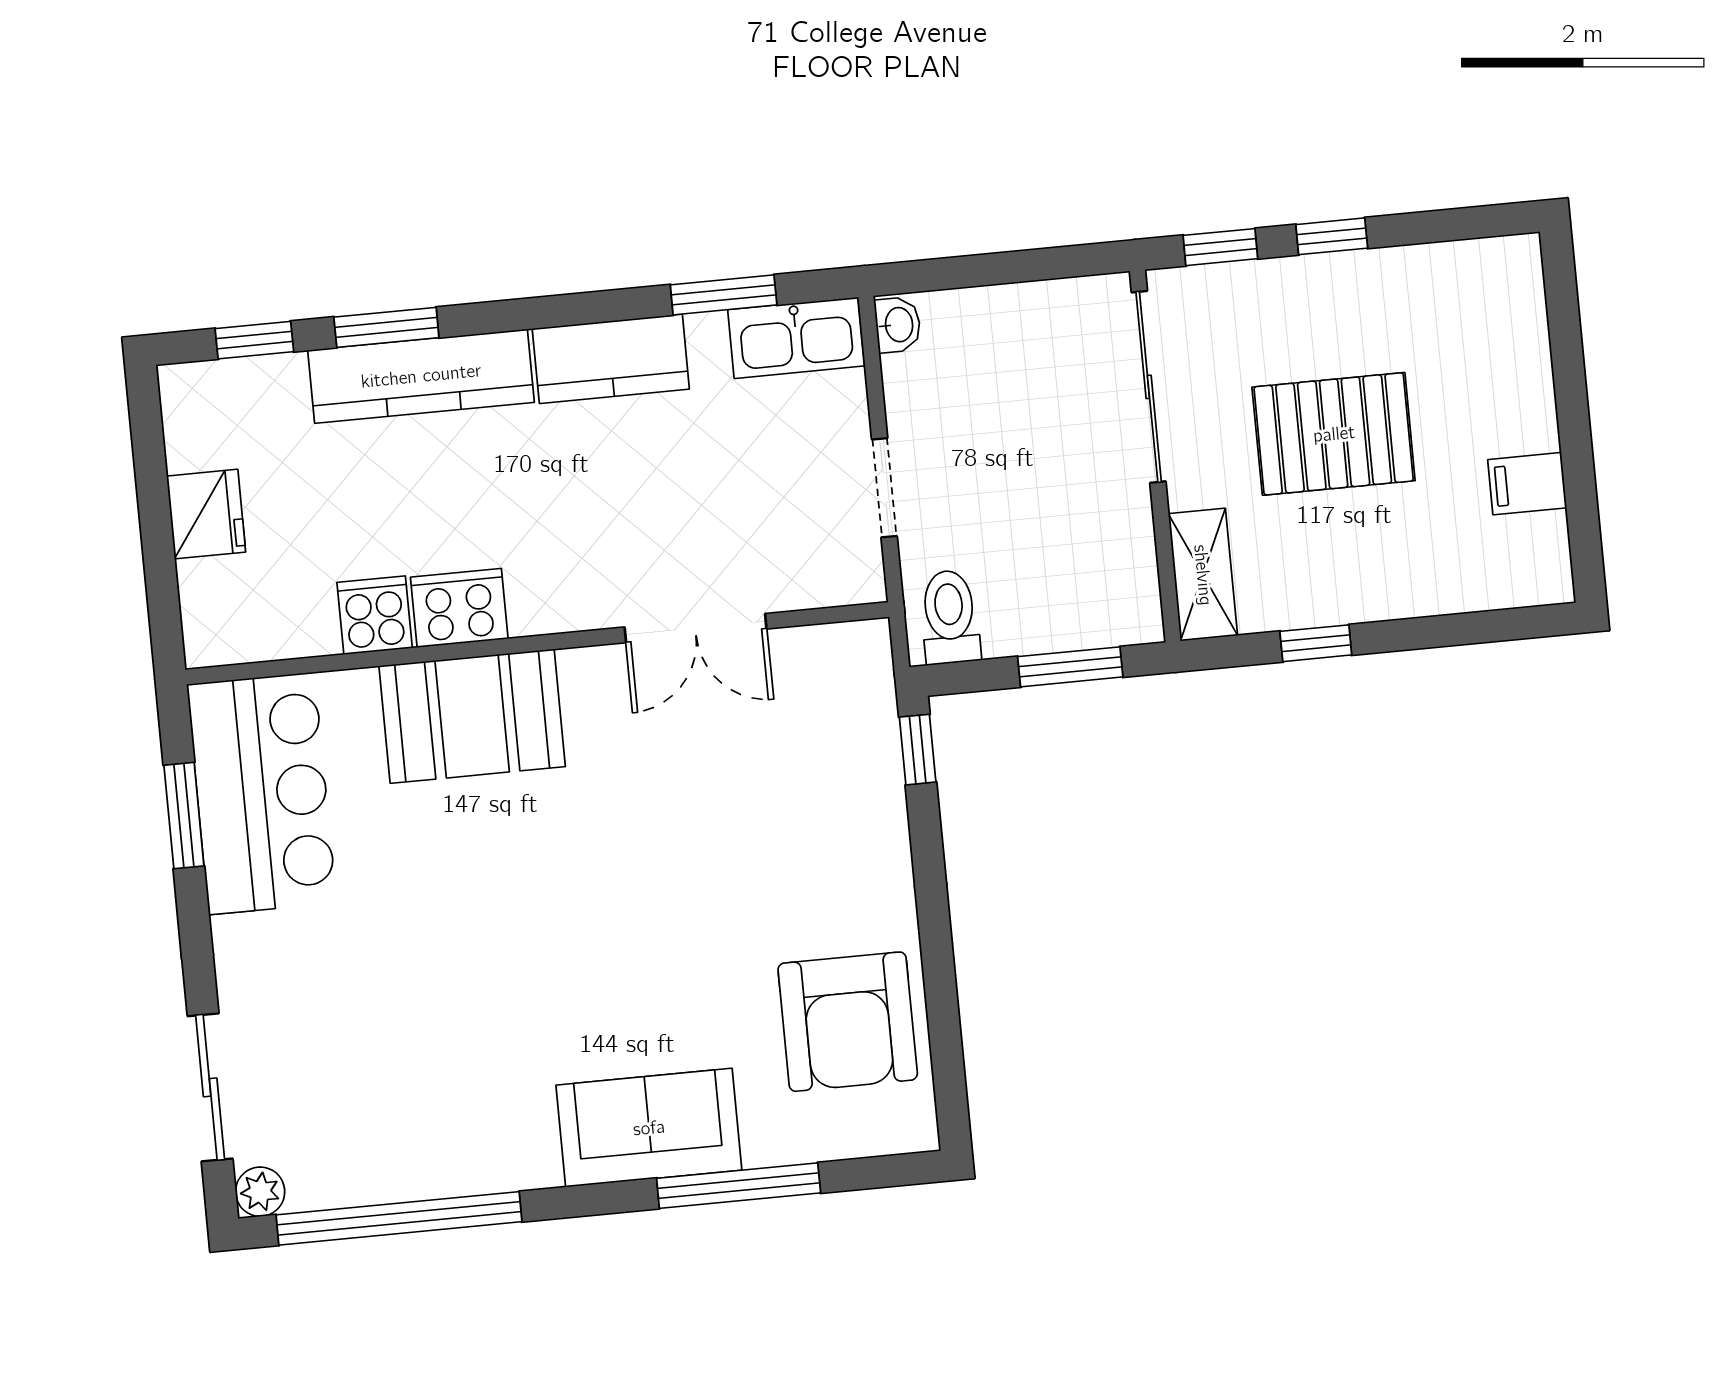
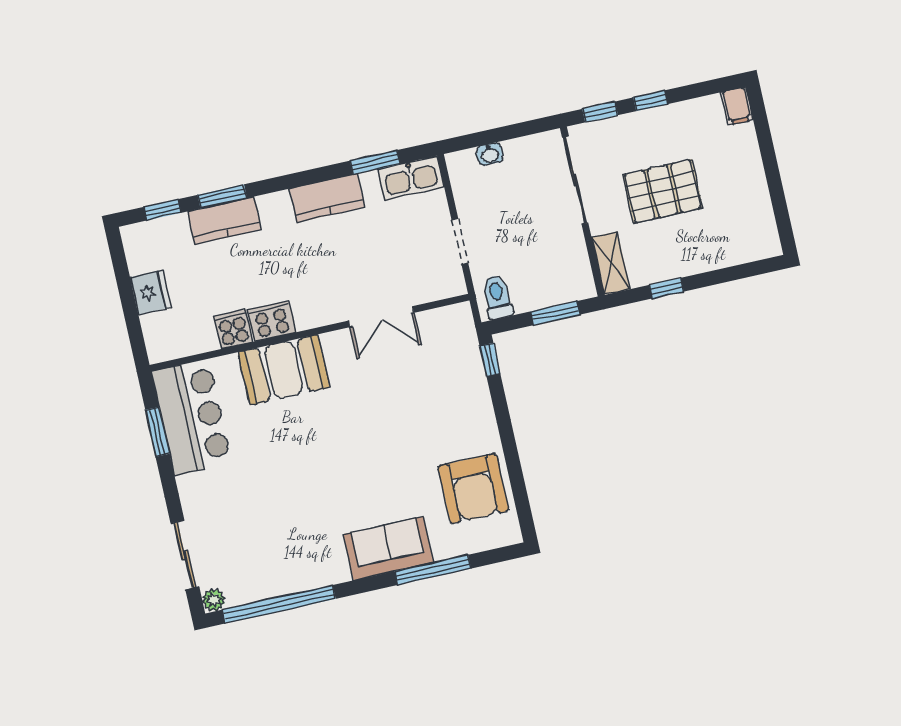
washbasin: (898, 325) -> (490, 154), moved, turned 90
kitchen counter: (421, 376) -> (224, 221), width x0.67
filing cabinet: (1527, 484) -> (737, 106), moved, turned -90

